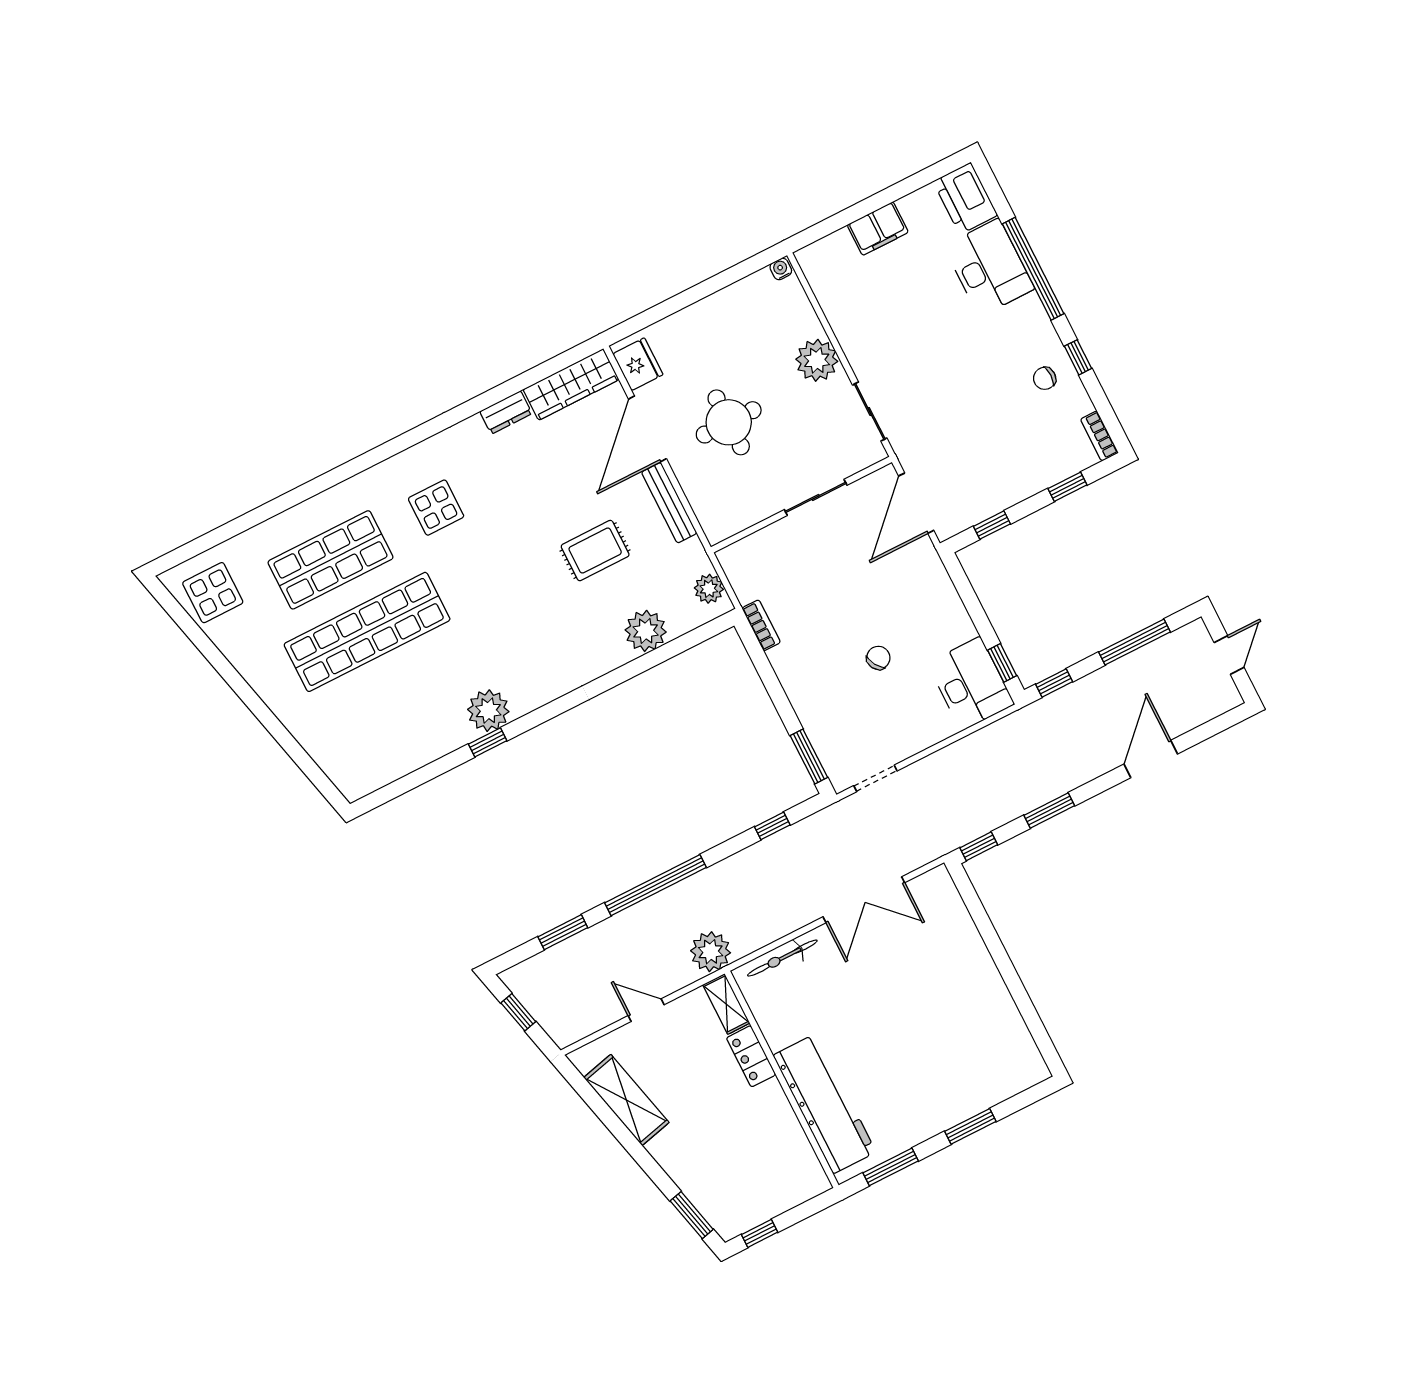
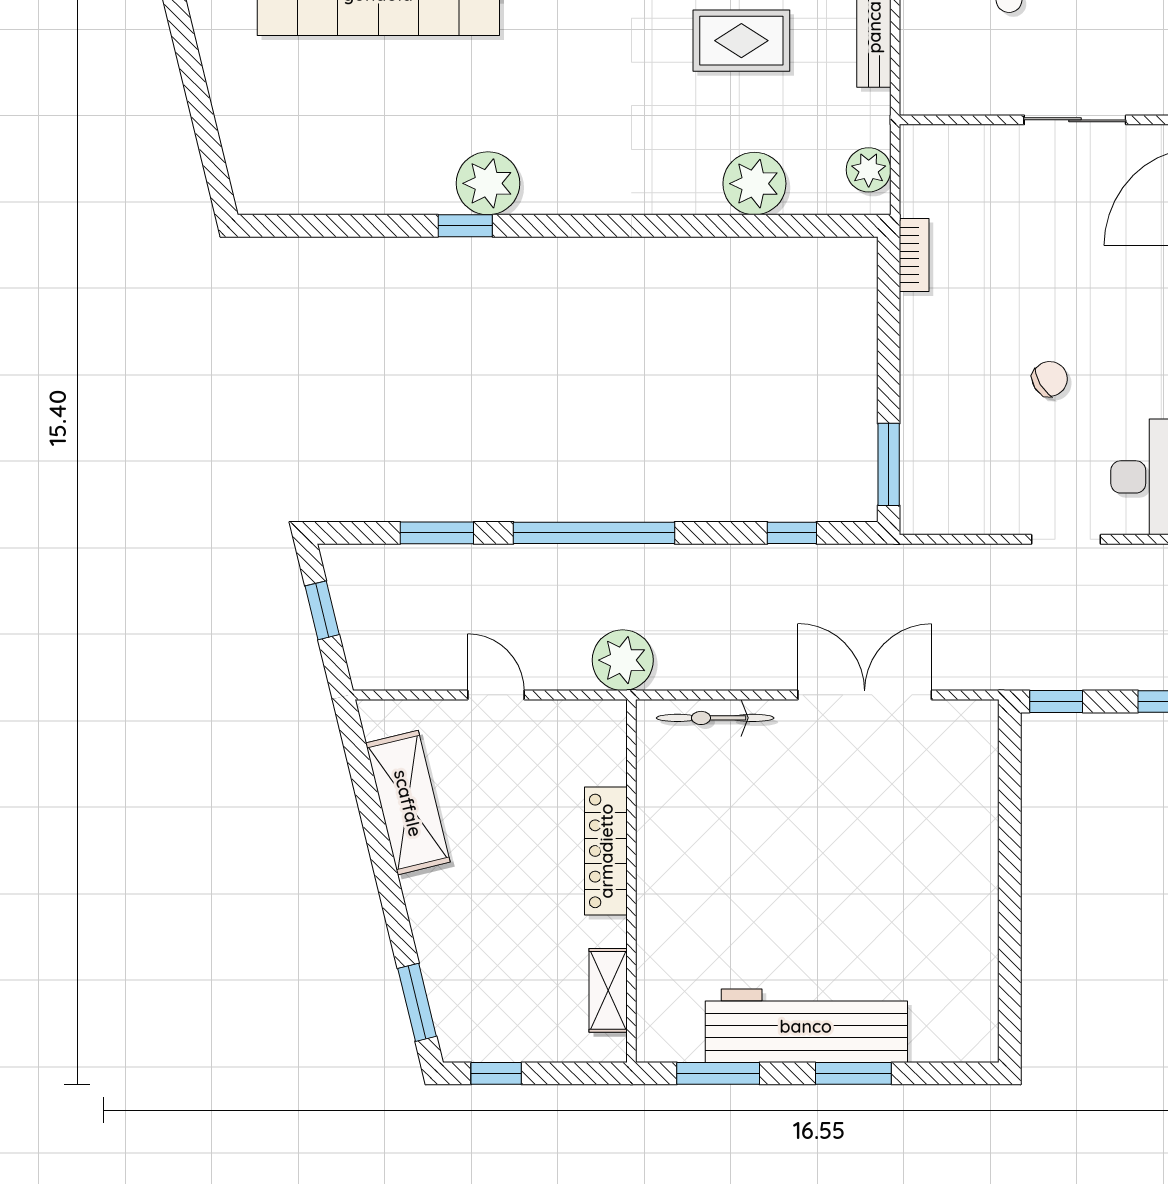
doorway: (875, 778) -> (1066, 539), moved
double door: (864, 900) -> (865, 695), swing flipped
shelving: (726, 1004) -> (608, 990), moved
locker: (751, 1056) -> (606, 851), width x1.53
workbench: (825, 1104) -> (806, 1026), moved, turned -90

